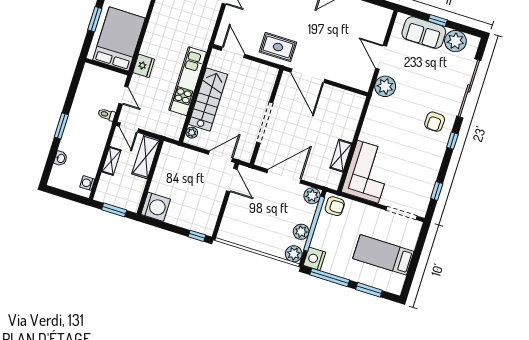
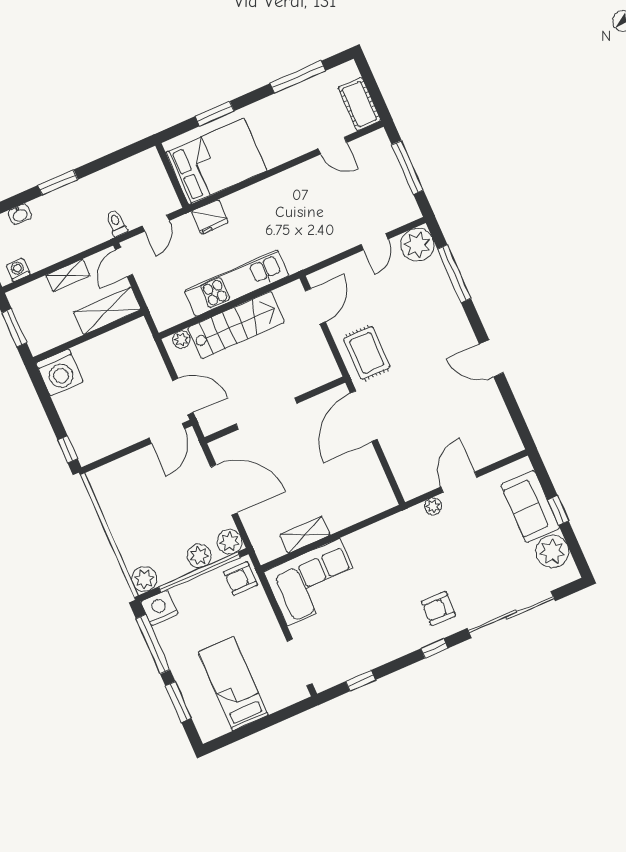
plant: (385, 86) -> (433, 506), width x0.53, depth x0.53
armchair: (335, 206) -> (240, 578), turned 90
plant: (301, 232) -> (199, 556), moved

